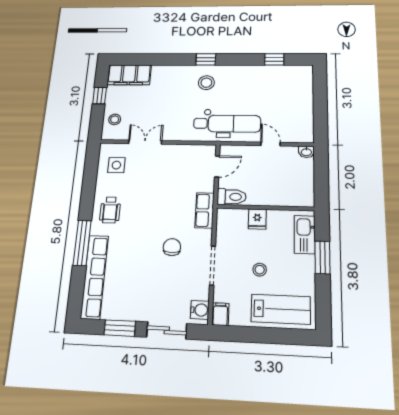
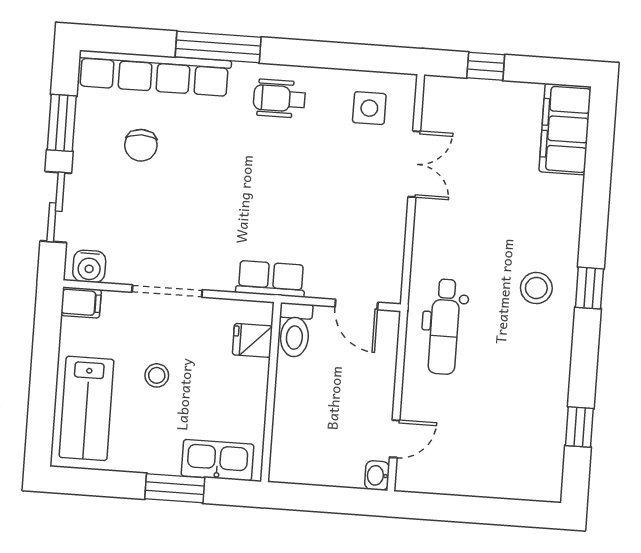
window: (100, 96) -> (486, 66), moved
stool: (115, 119) -> (467, 102), removed
dental chair: (227, 124) -> (444, 327), width x0.73, depth x0.72
door: (271, 144) -> (395, 439), moved
fridge: (257, 219) -> (252, 340), moved
chair: (172, 247) -> (141, 145), moved, turned 90

